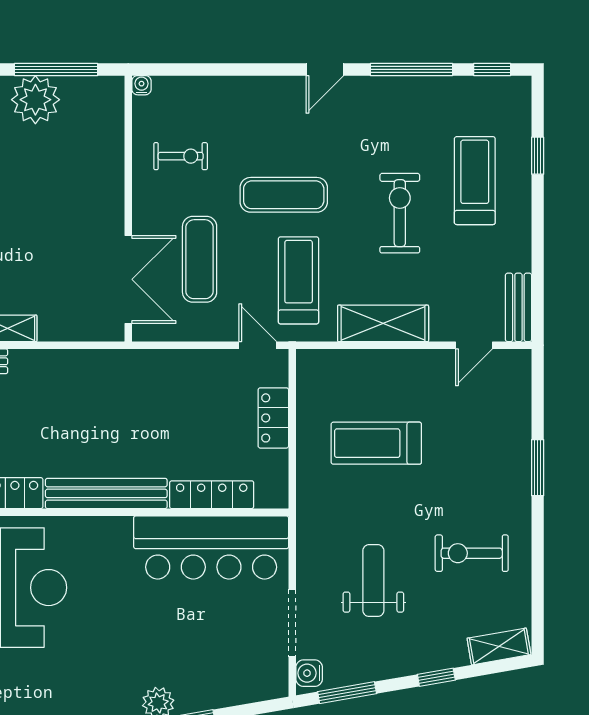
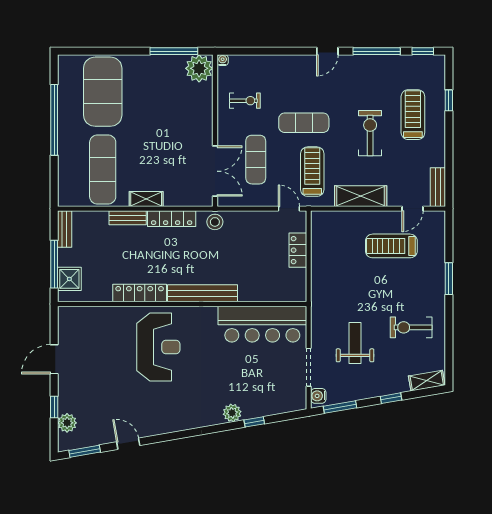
plant: (35, 100) -> (199, 68), moved
stool: (128, 369) -> (215, 222), added
treadmill: (376, 443) -> (391, 246), moved
locker: (212, 495) -> (172, 219), moved, turned 180

